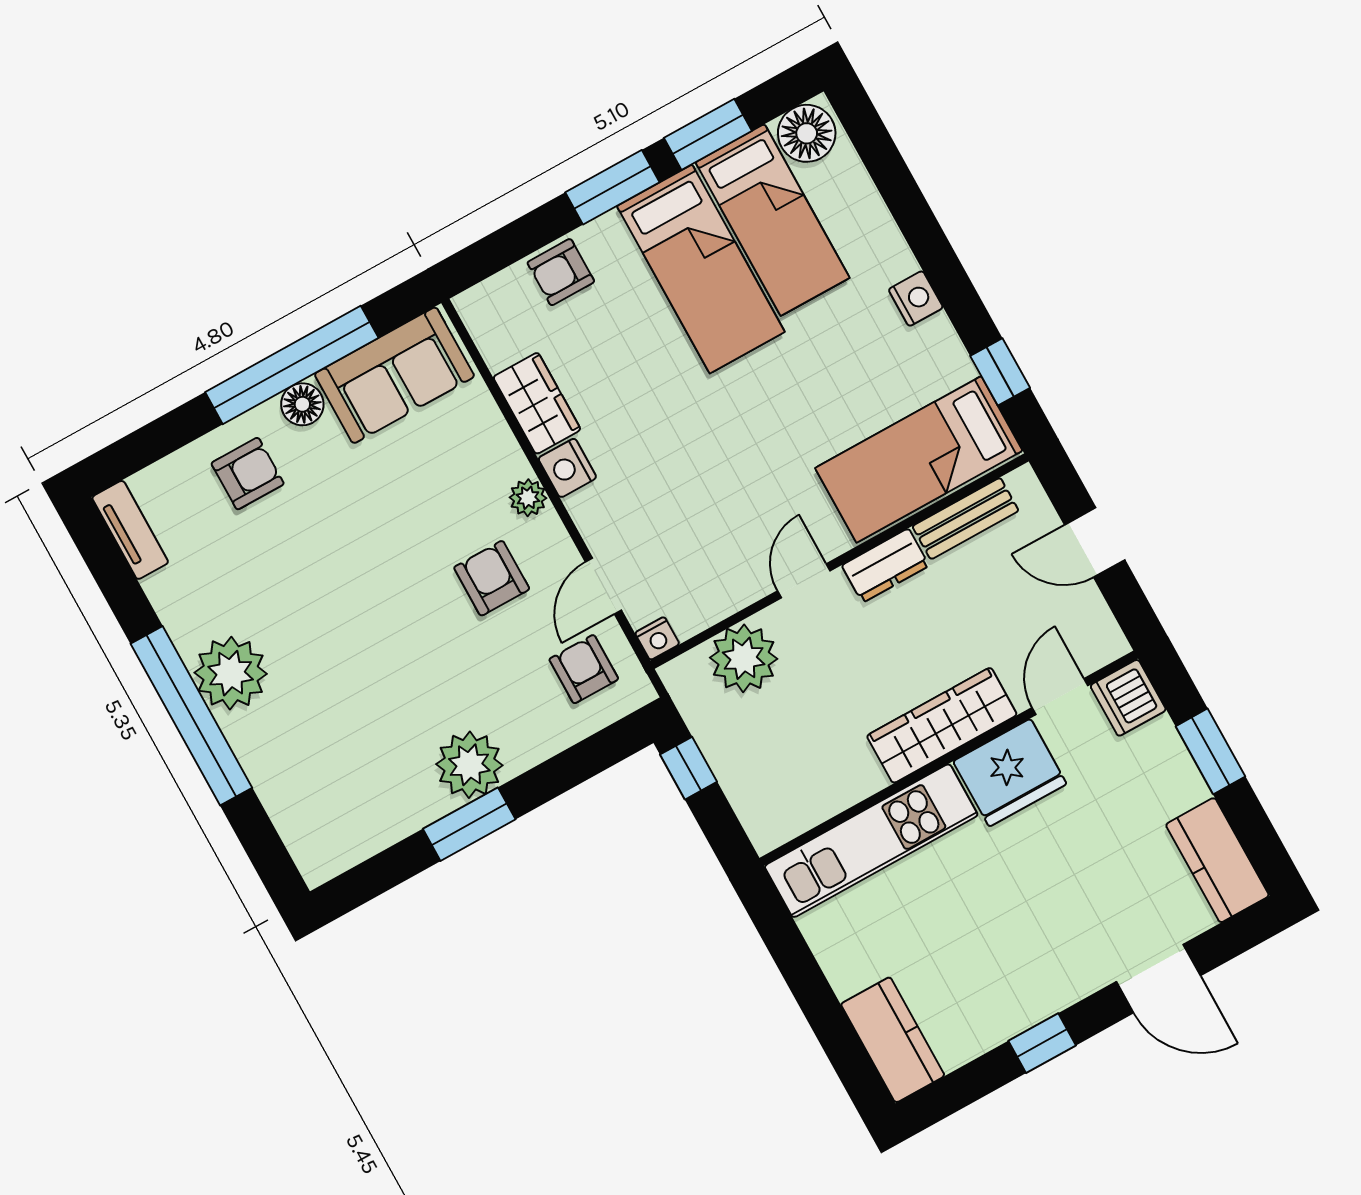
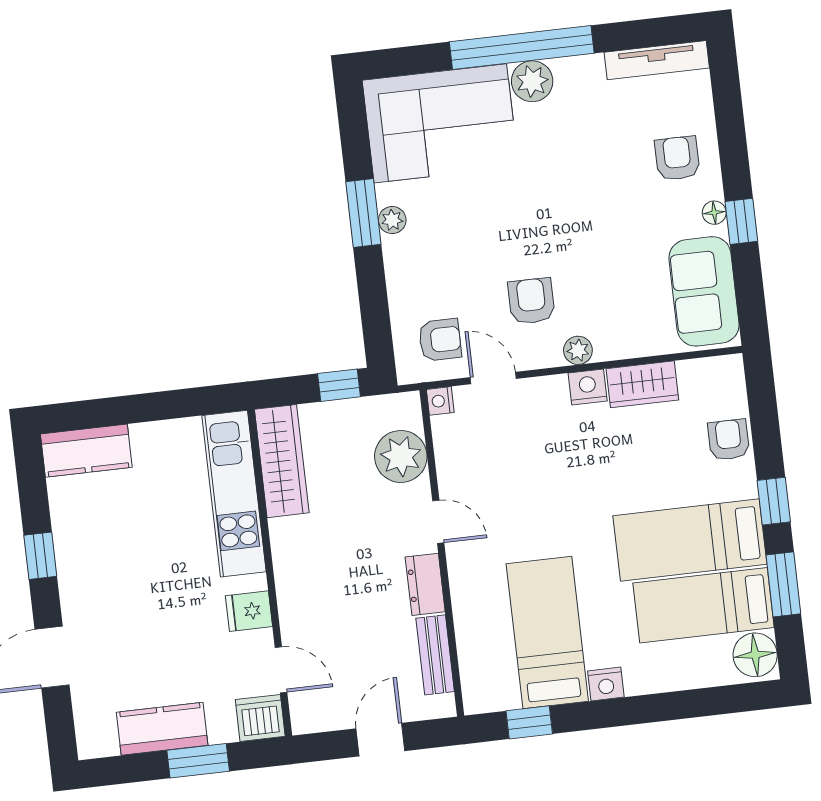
window: (612, 187) -> (774, 501), width x0.67
window: (292, 365) -> (741, 221), width x0.32
floor lamp: (302, 404) -> (714, 213), width x0.73, depth x0.73
bed: (919, 459) -> (547, 633), moved
armchair: (248, 474) -> (677, 158), turned 180
tv unit: (130, 530) -> (657, 60), width x1.41
armchair: (492, 578) -> (531, 301), turned -90
plant: (231, 673) -> (532, 81), width x0.73, depth x0.73
wardrobe: (942, 725) -> (282, 461), moved
plant: (469, 765) -> (392, 220), width x0.53, depth x0.53
fridge: (1010, 773) -> (249, 611), width x0.53, depth x0.75
corner sofa: (323, 776) -> (440, 123), added
kitchen counter: (1217, 860) -> (162, 729), moved

